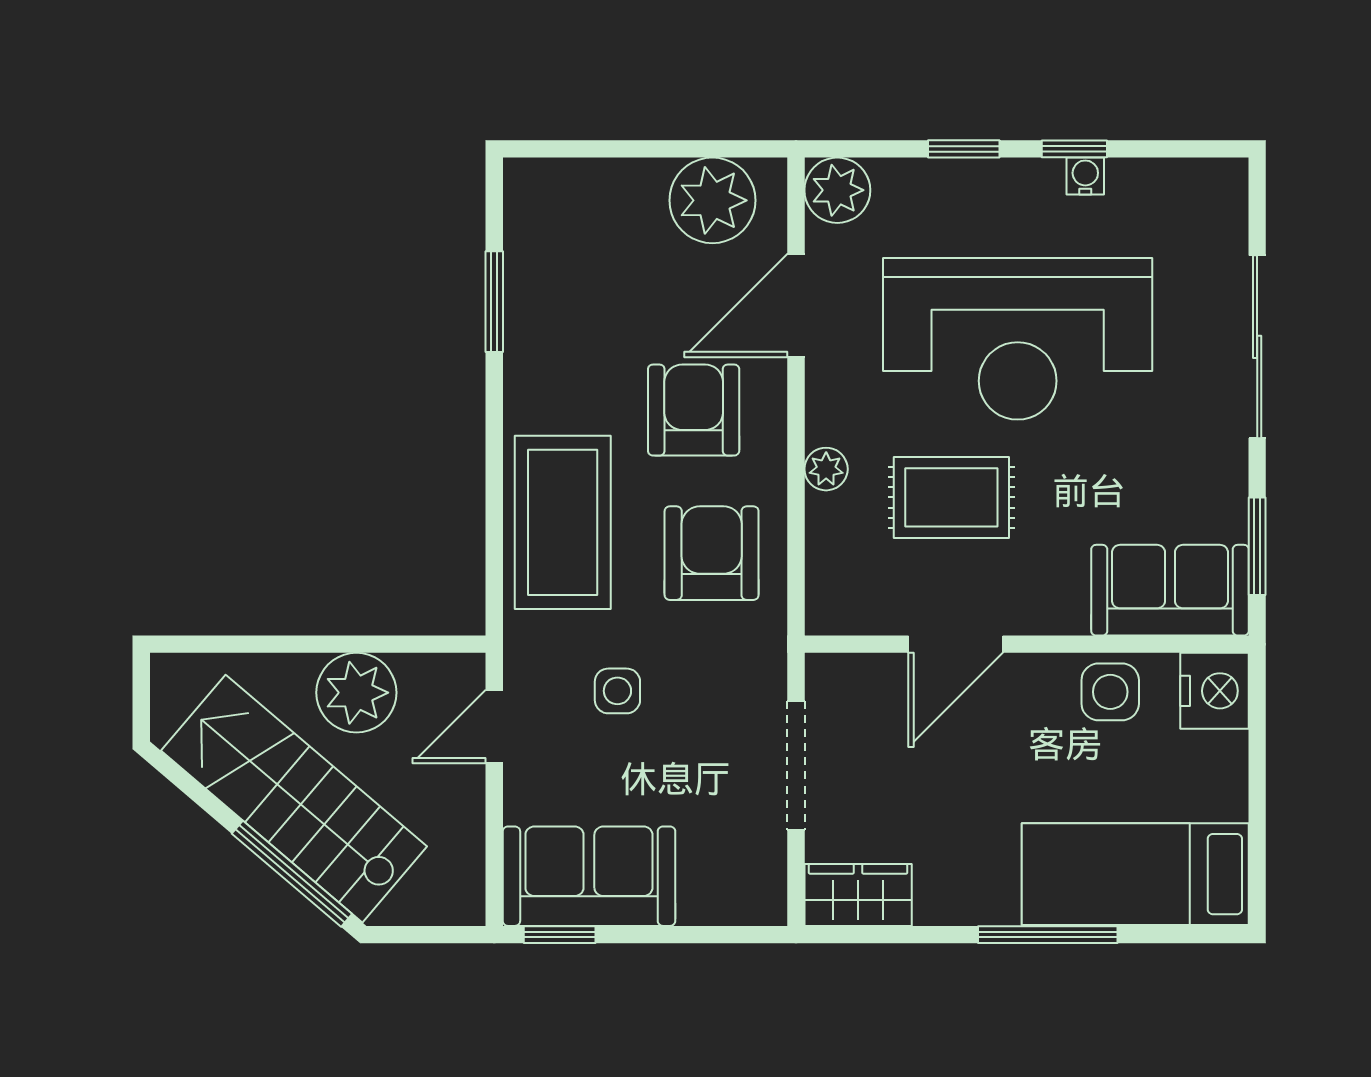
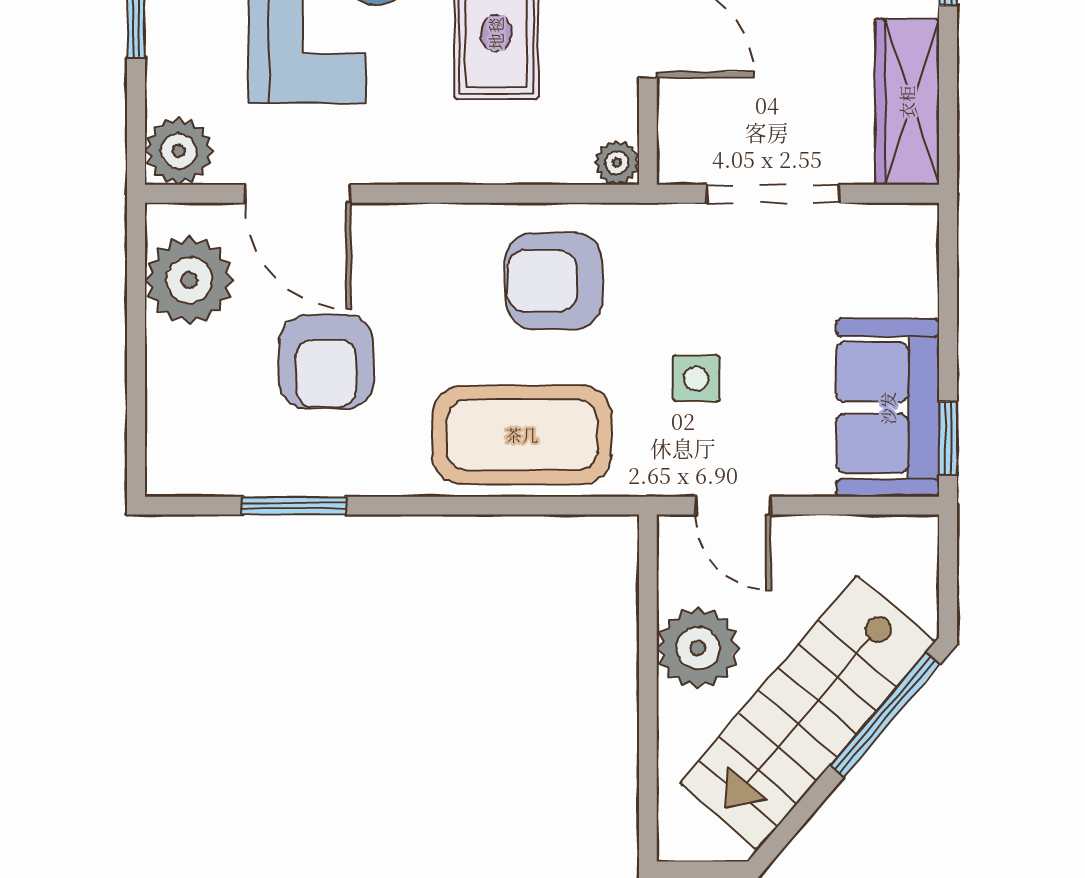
armchair: (694, 410) -> (326, 362), moved, turned -90
plant: (826, 469) -> (617, 163), moved
wardrobe: (858, 895) -> (907, 102), width x1.50

